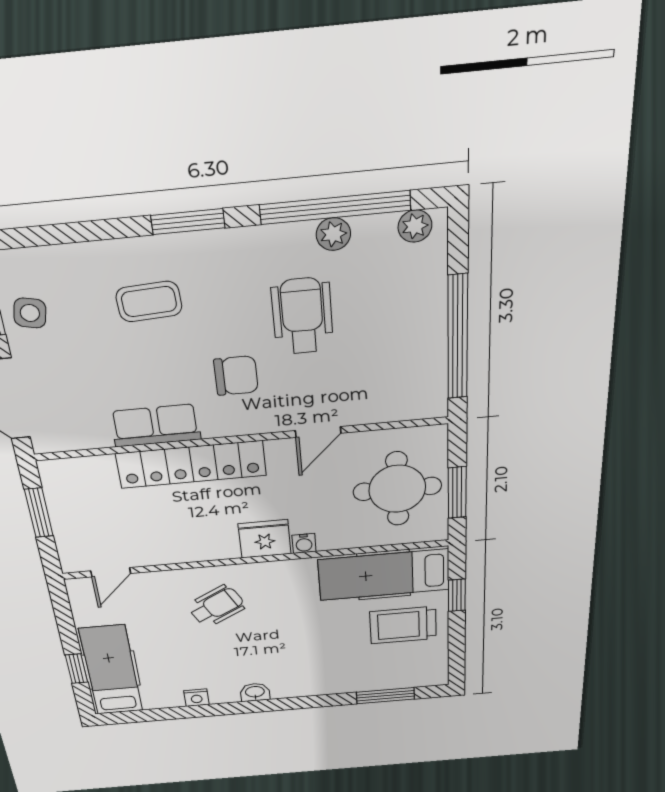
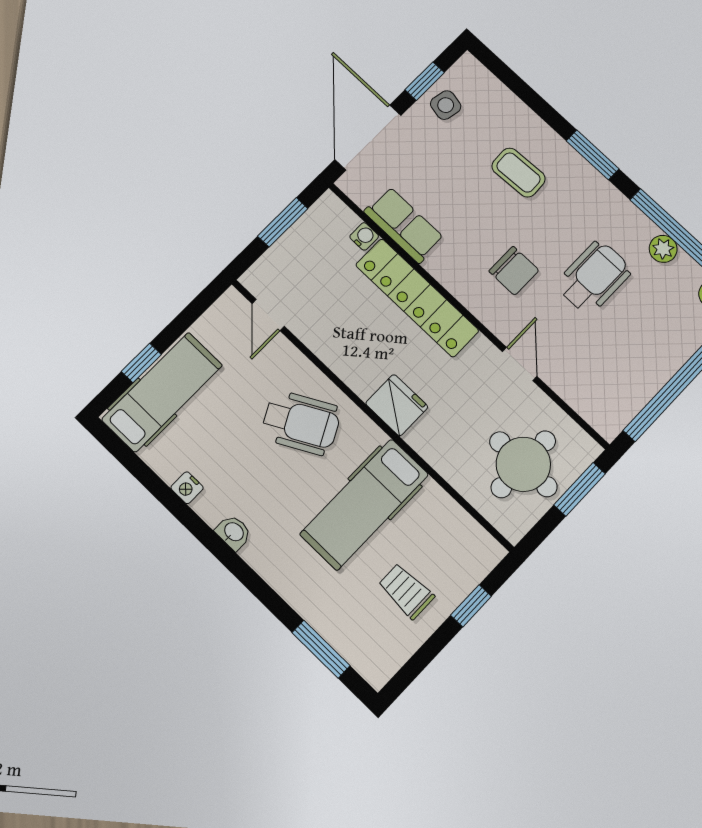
row of seats: (156, 425) -> (404, 225), moved
door: (318, 432) -> (520, 364), swing flipped
window: (457, 493) -> (580, 489), moved
water cooler: (304, 543) -> (364, 236), moved, turned 180
door: (111, 572) -> (268, 315), hinge flipped
hospital bed: (384, 575) -> (364, 504), moved, turned -90
wheelchair: (216, 606) -> (301, 423), width x1.36, depth x1.37
trolley: (403, 625) -> (406, 591), width x0.73, depth x0.72

